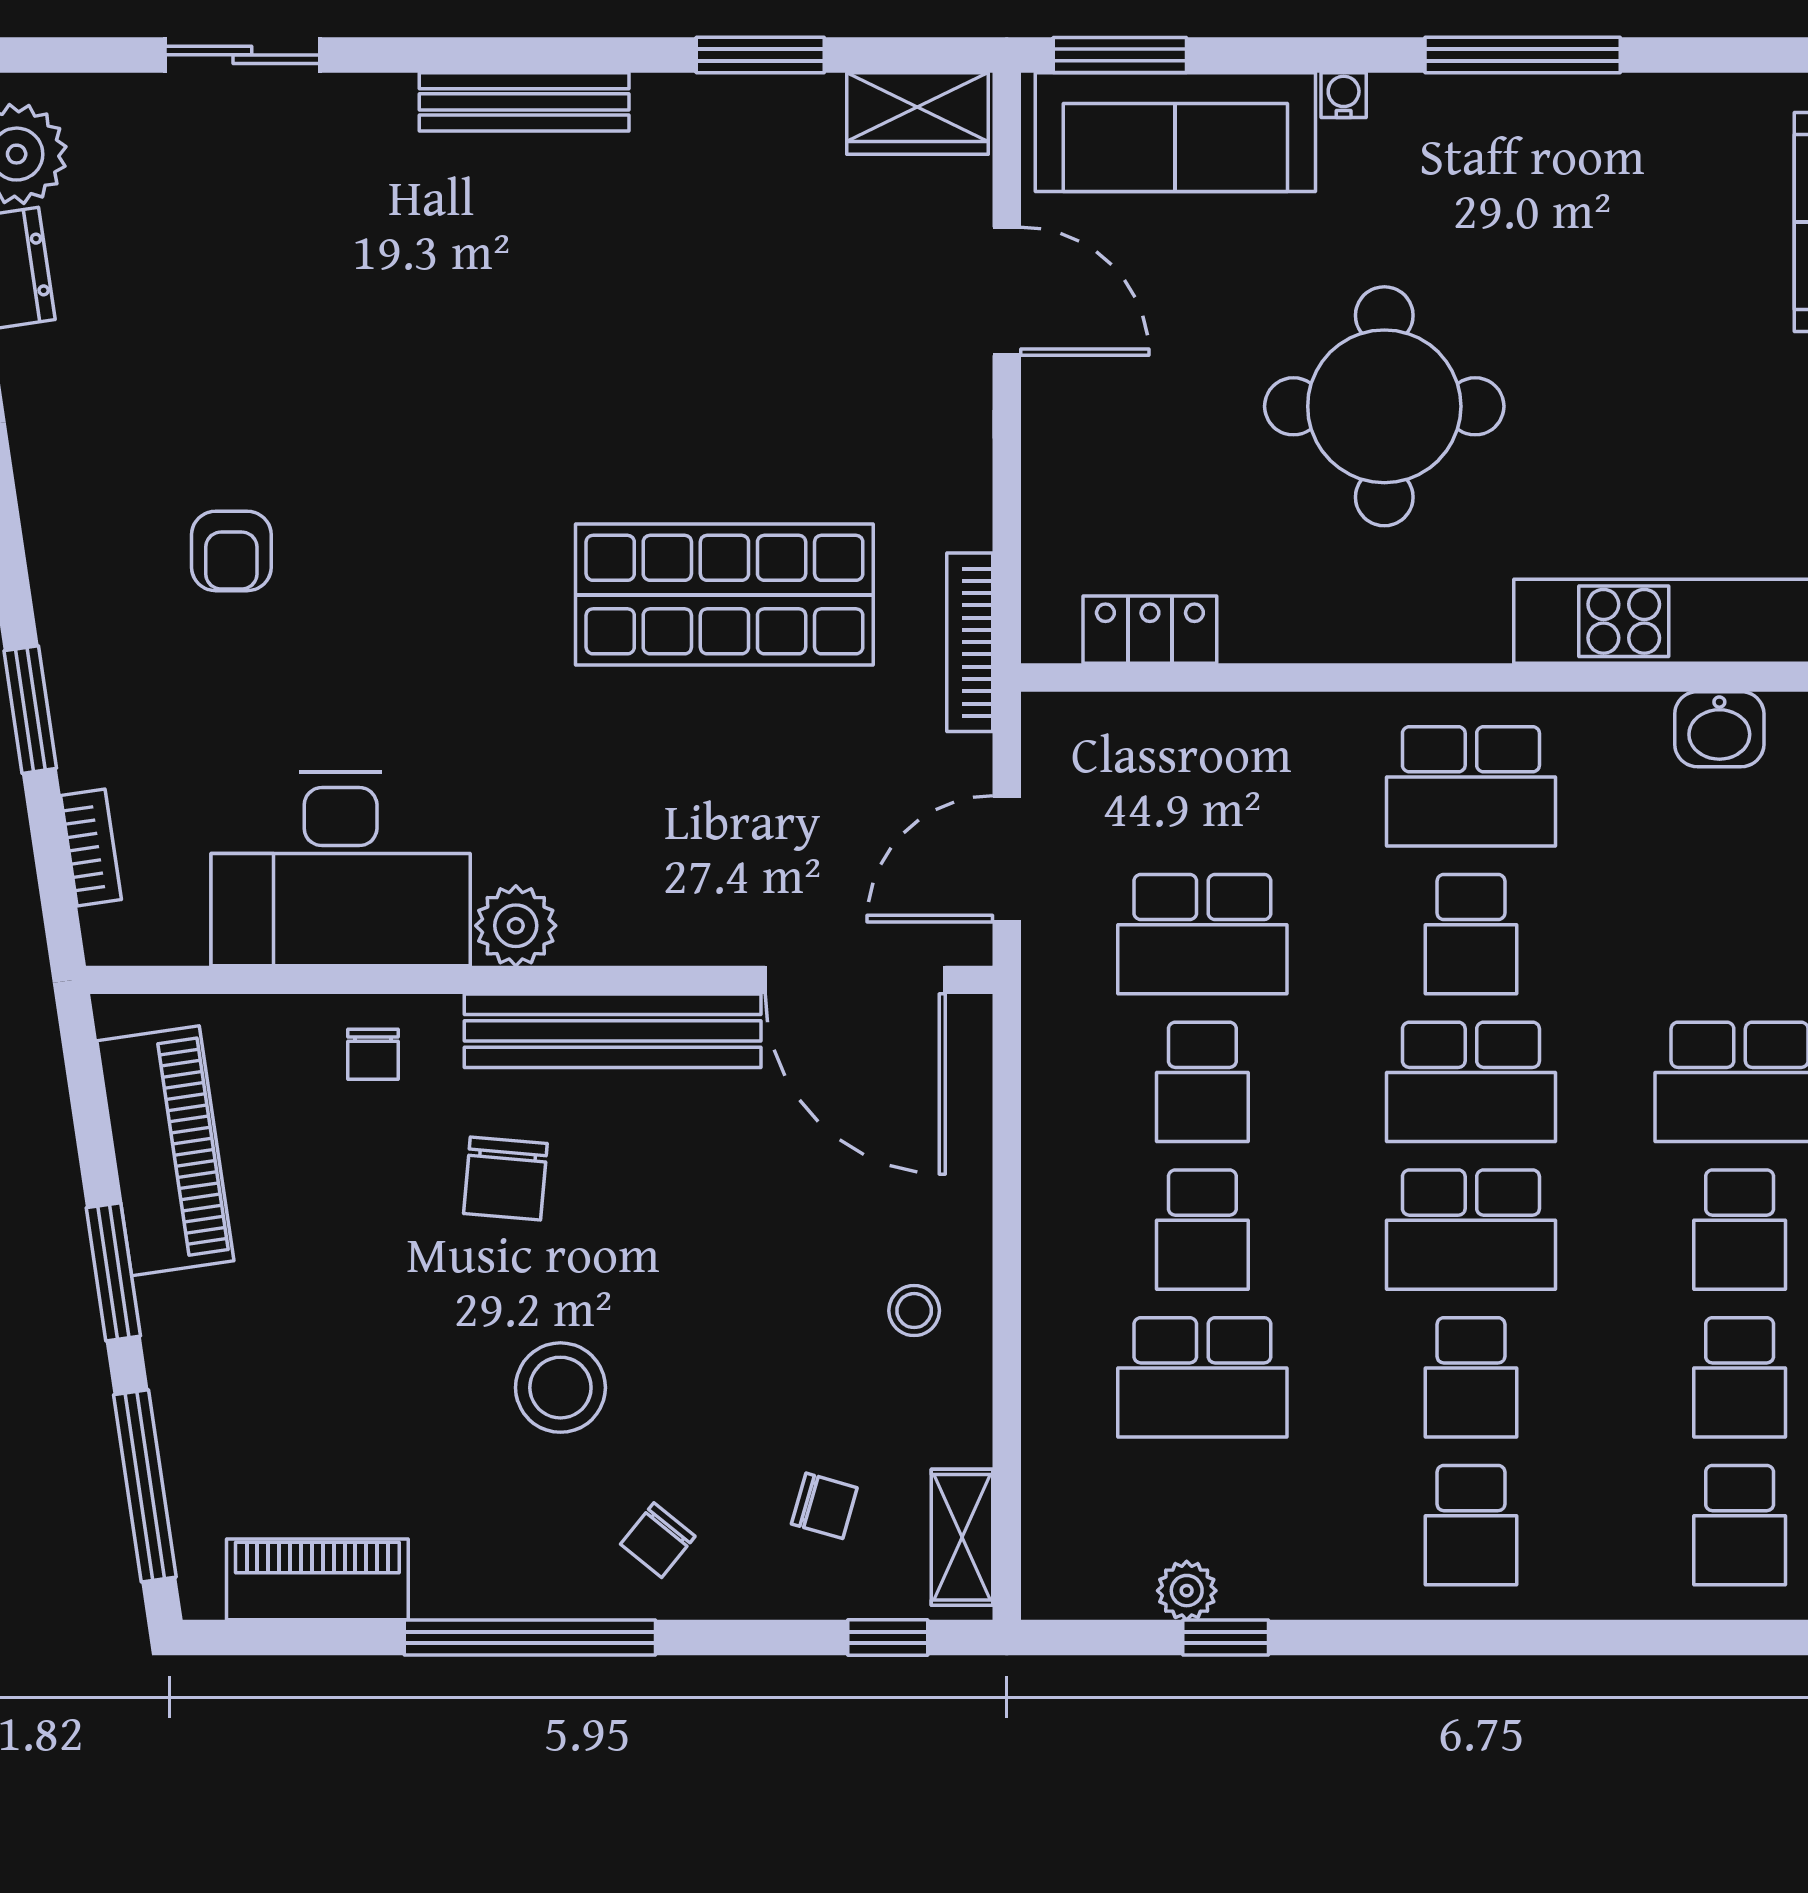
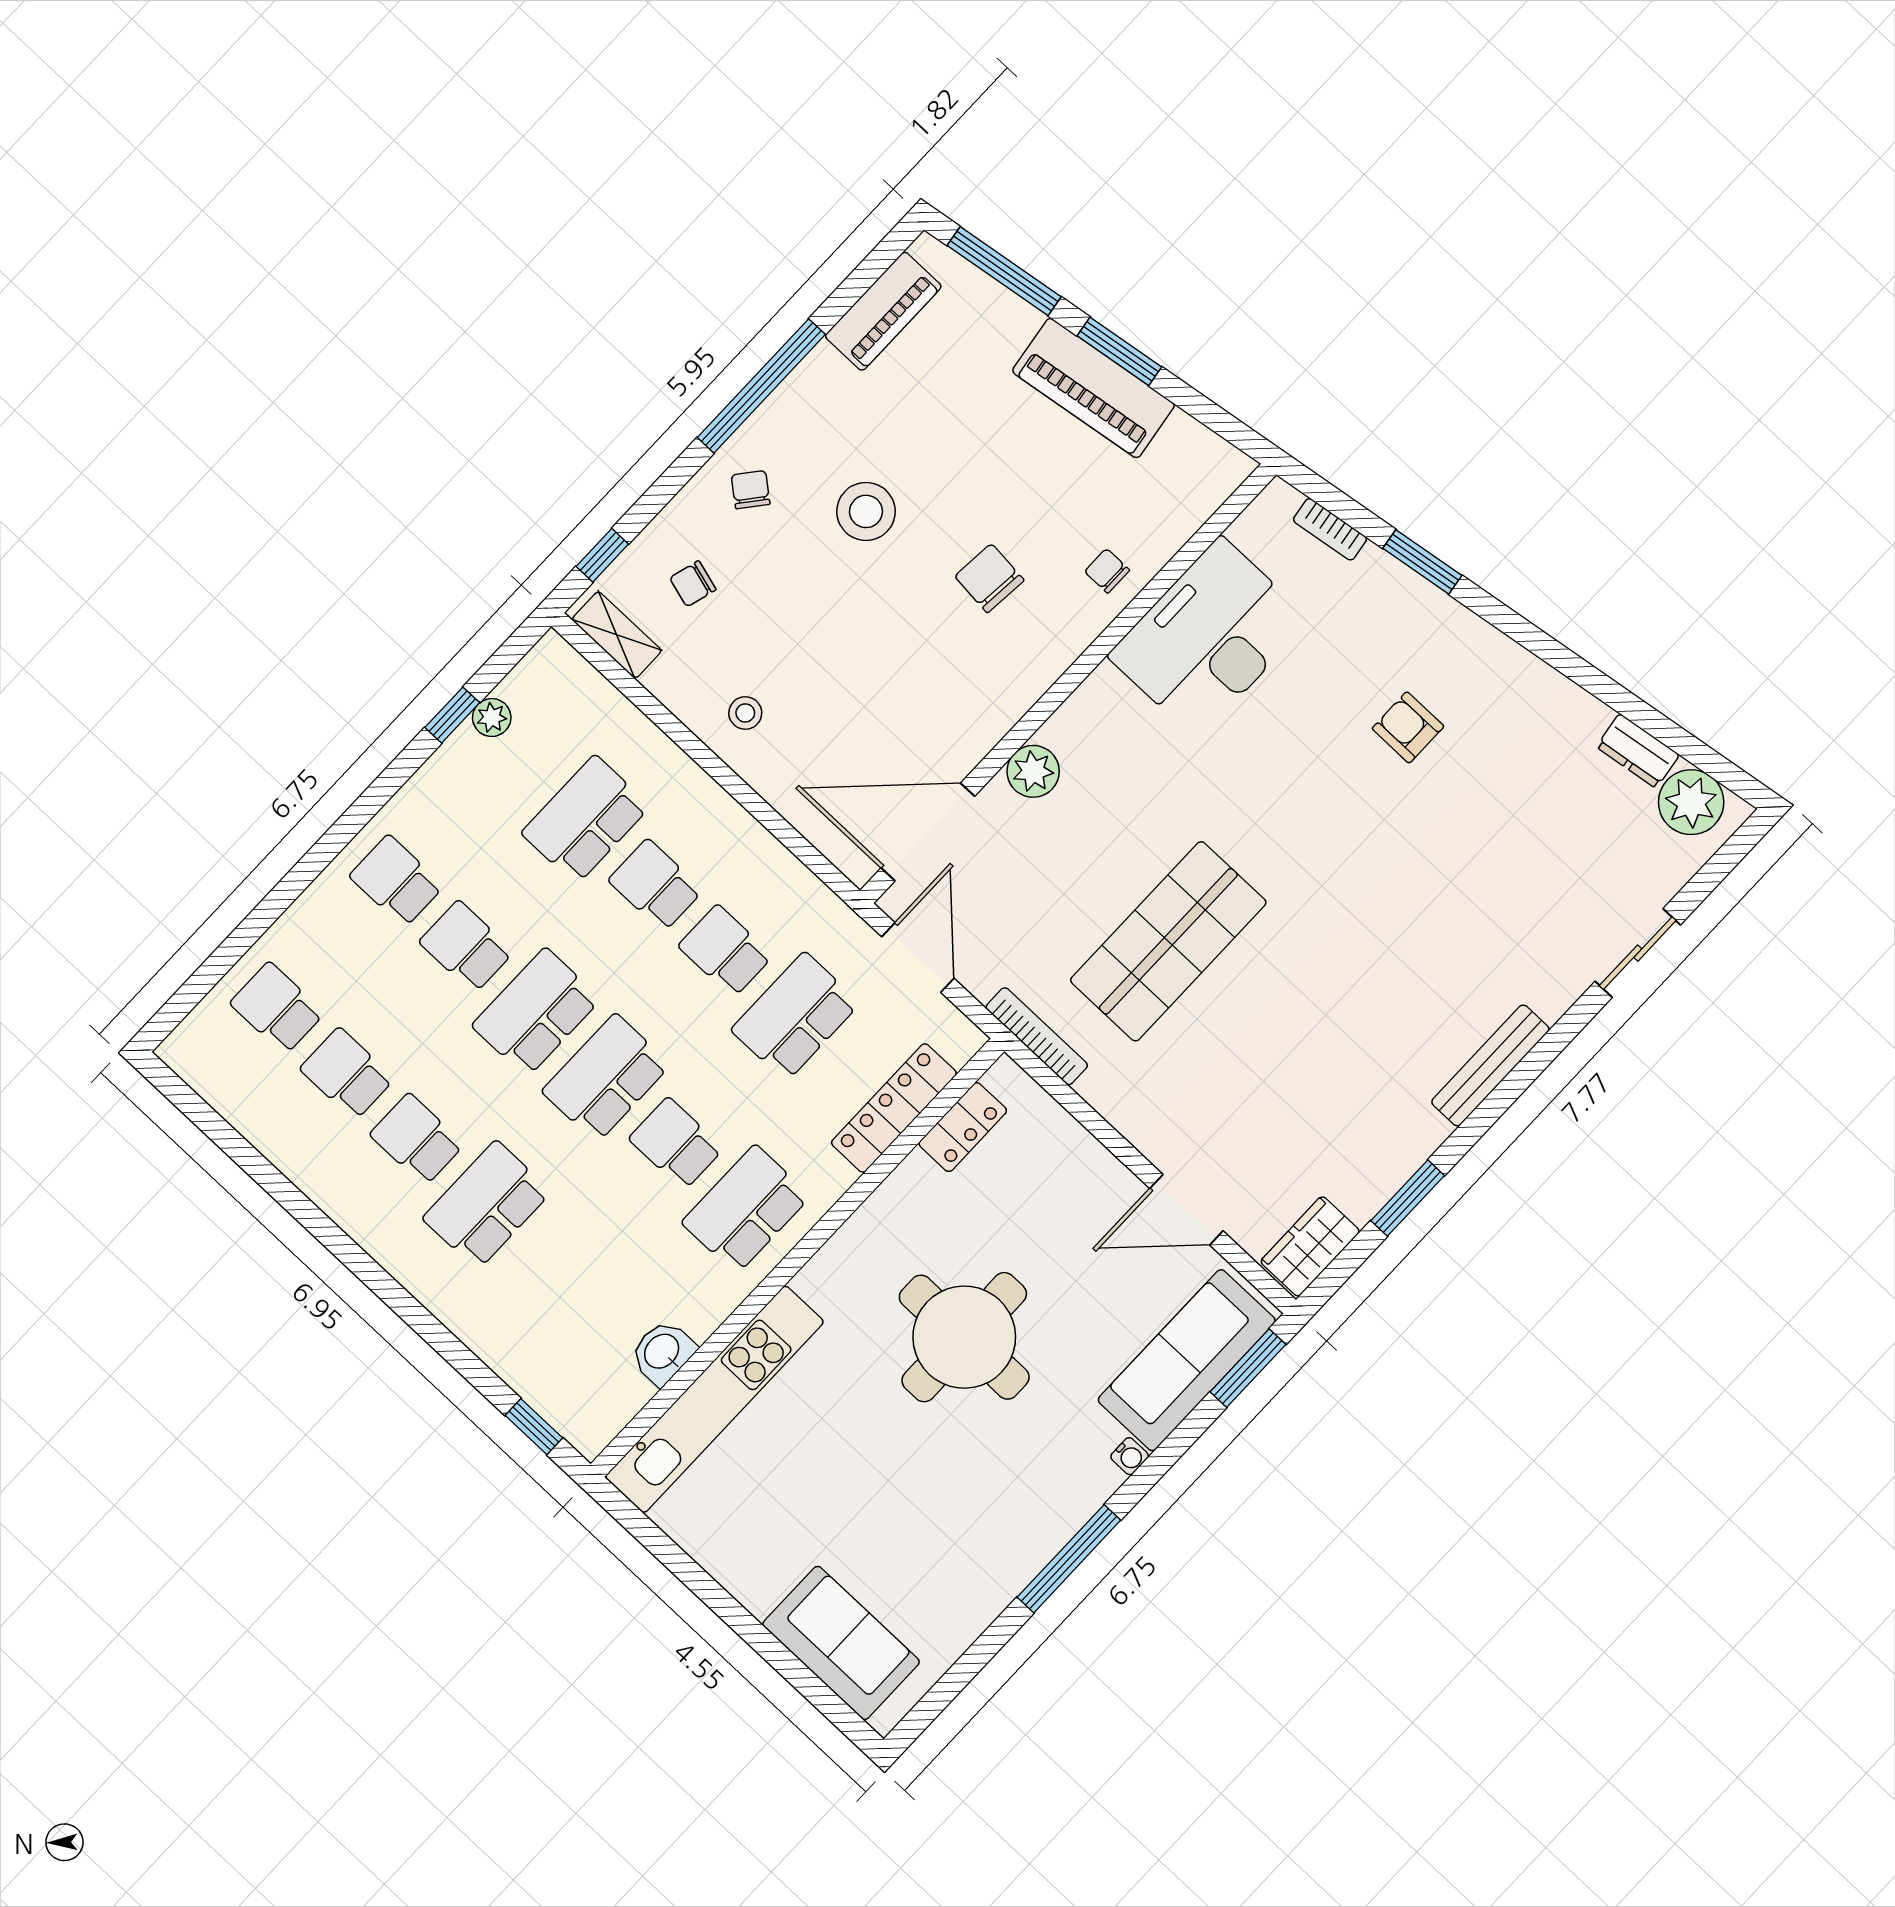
locker: (1201, 727) -> (894, 1108), added
plant: (516, 926) -> (1033, 771), moved
bench: (613, 1031) -> (1012, 695), removed
piano: (165, 1151) -> (1093, 388), moved

